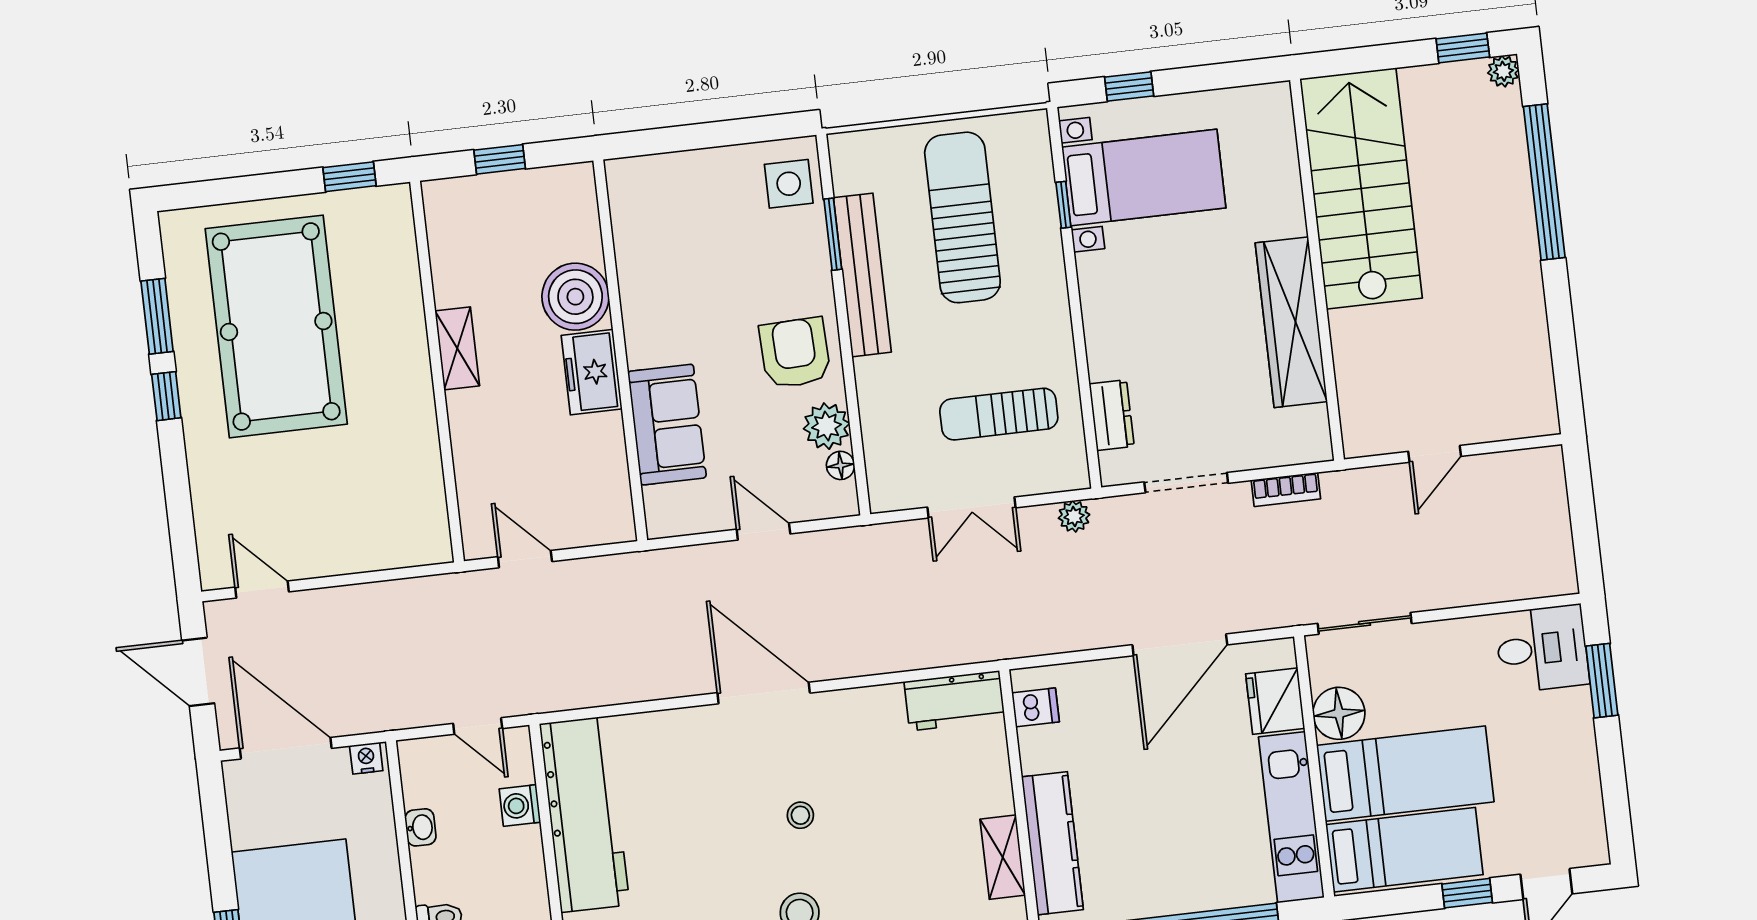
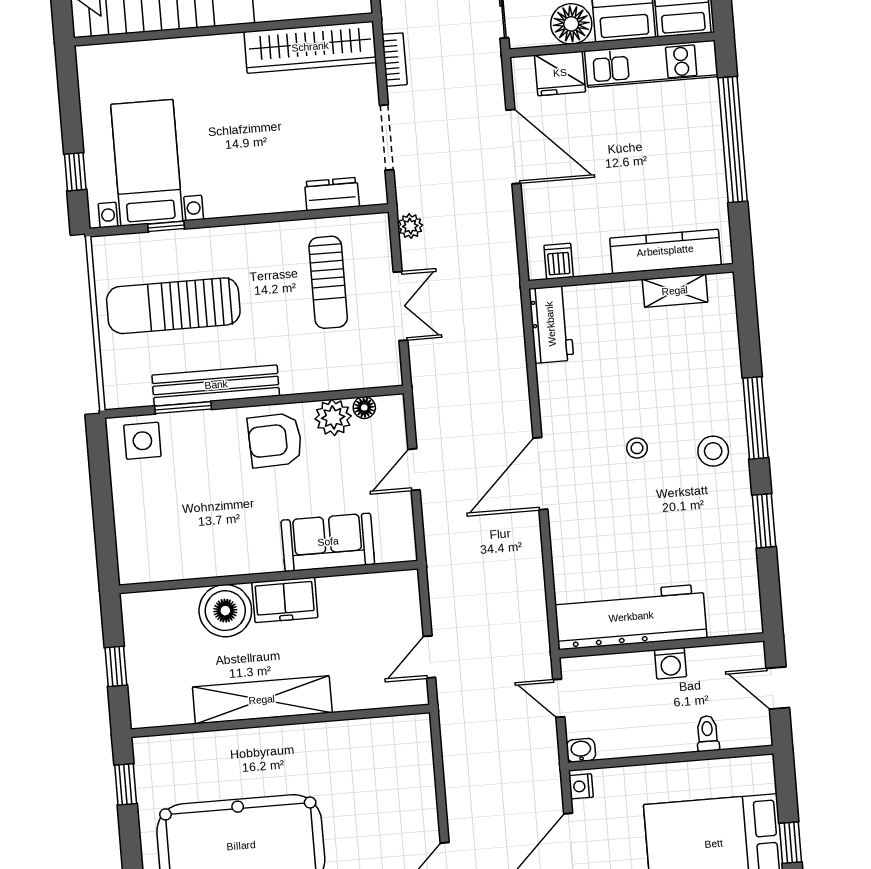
wardrobe: (1291, 322) -> (310, 47), moved
shelving: (457, 348) -> (262, 700), width x2.20, depth x1.33
door: (478, 726) -> (559, 698), swing flipped
washing machine: (520, 805) -> (671, 663), moved
washbasin: (420, 827) -> (581, 750), moved

